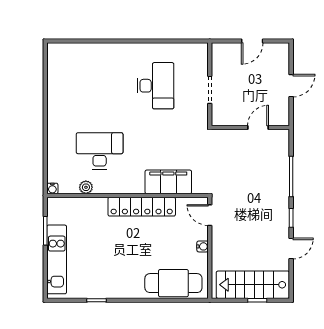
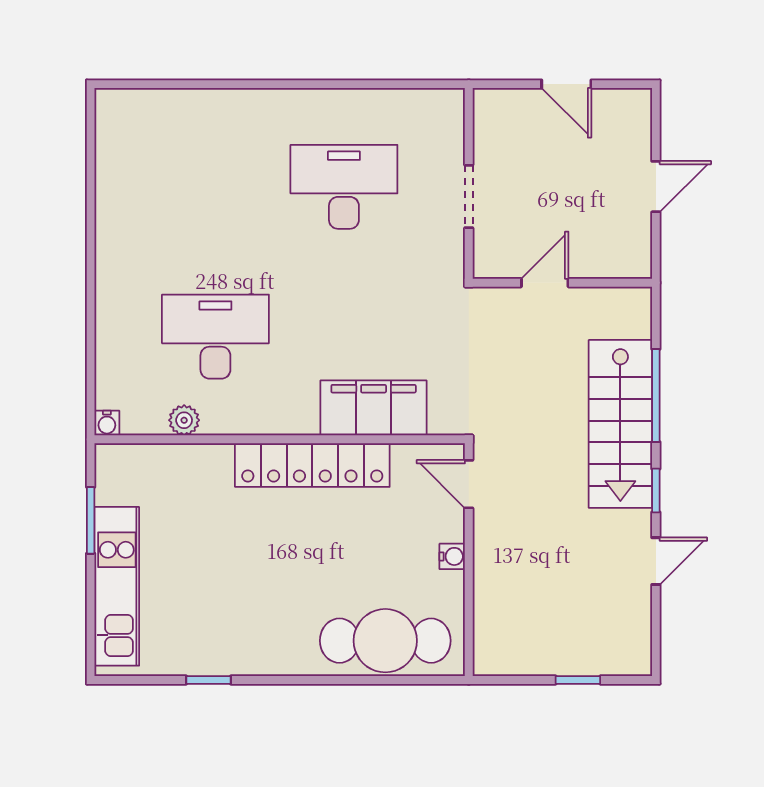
door: (252, 41) -> (566, 84), hinge flipped
desk: (155, 86) -> (344, 187), turned -90
door: (258, 127) -> (545, 283), moved
stairs: (253, 285) -> (620, 424), moved, turned -90

